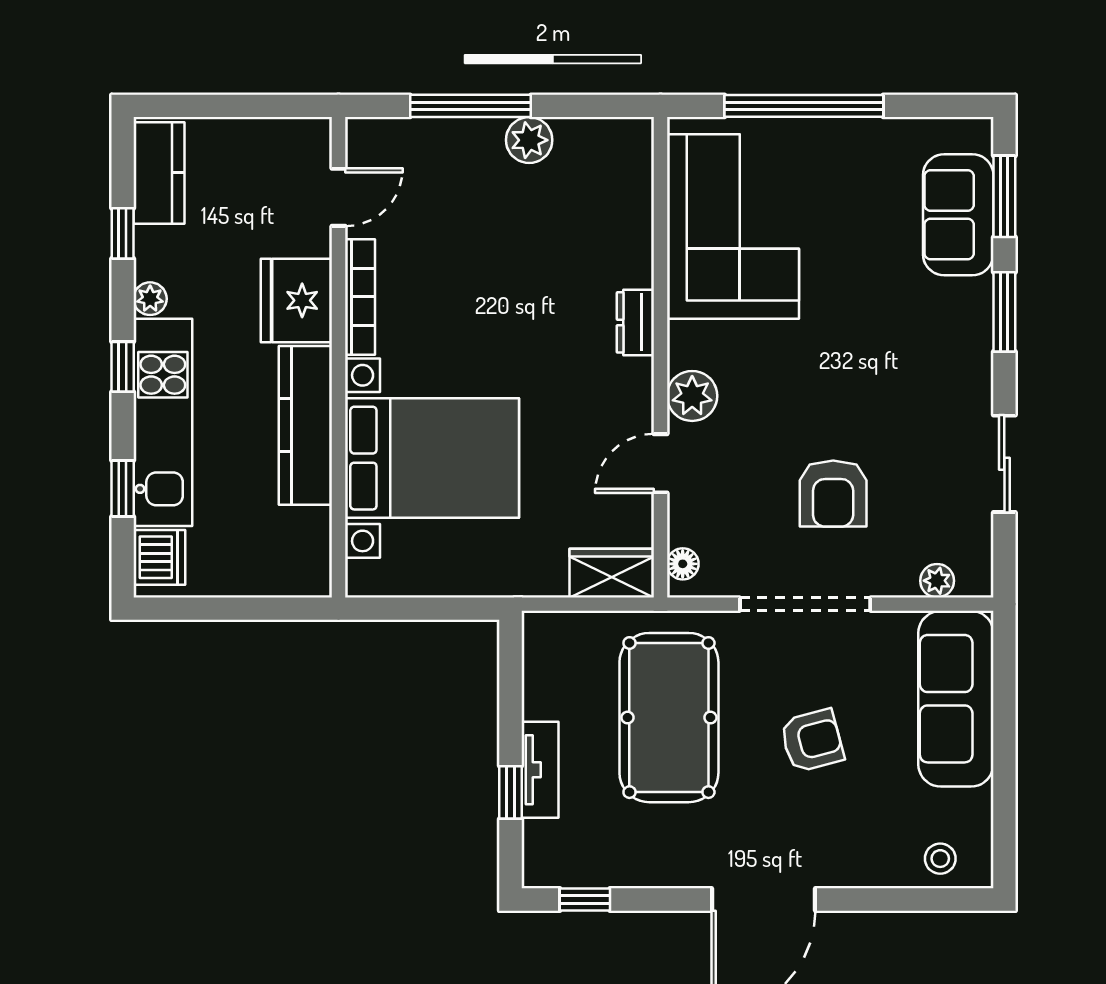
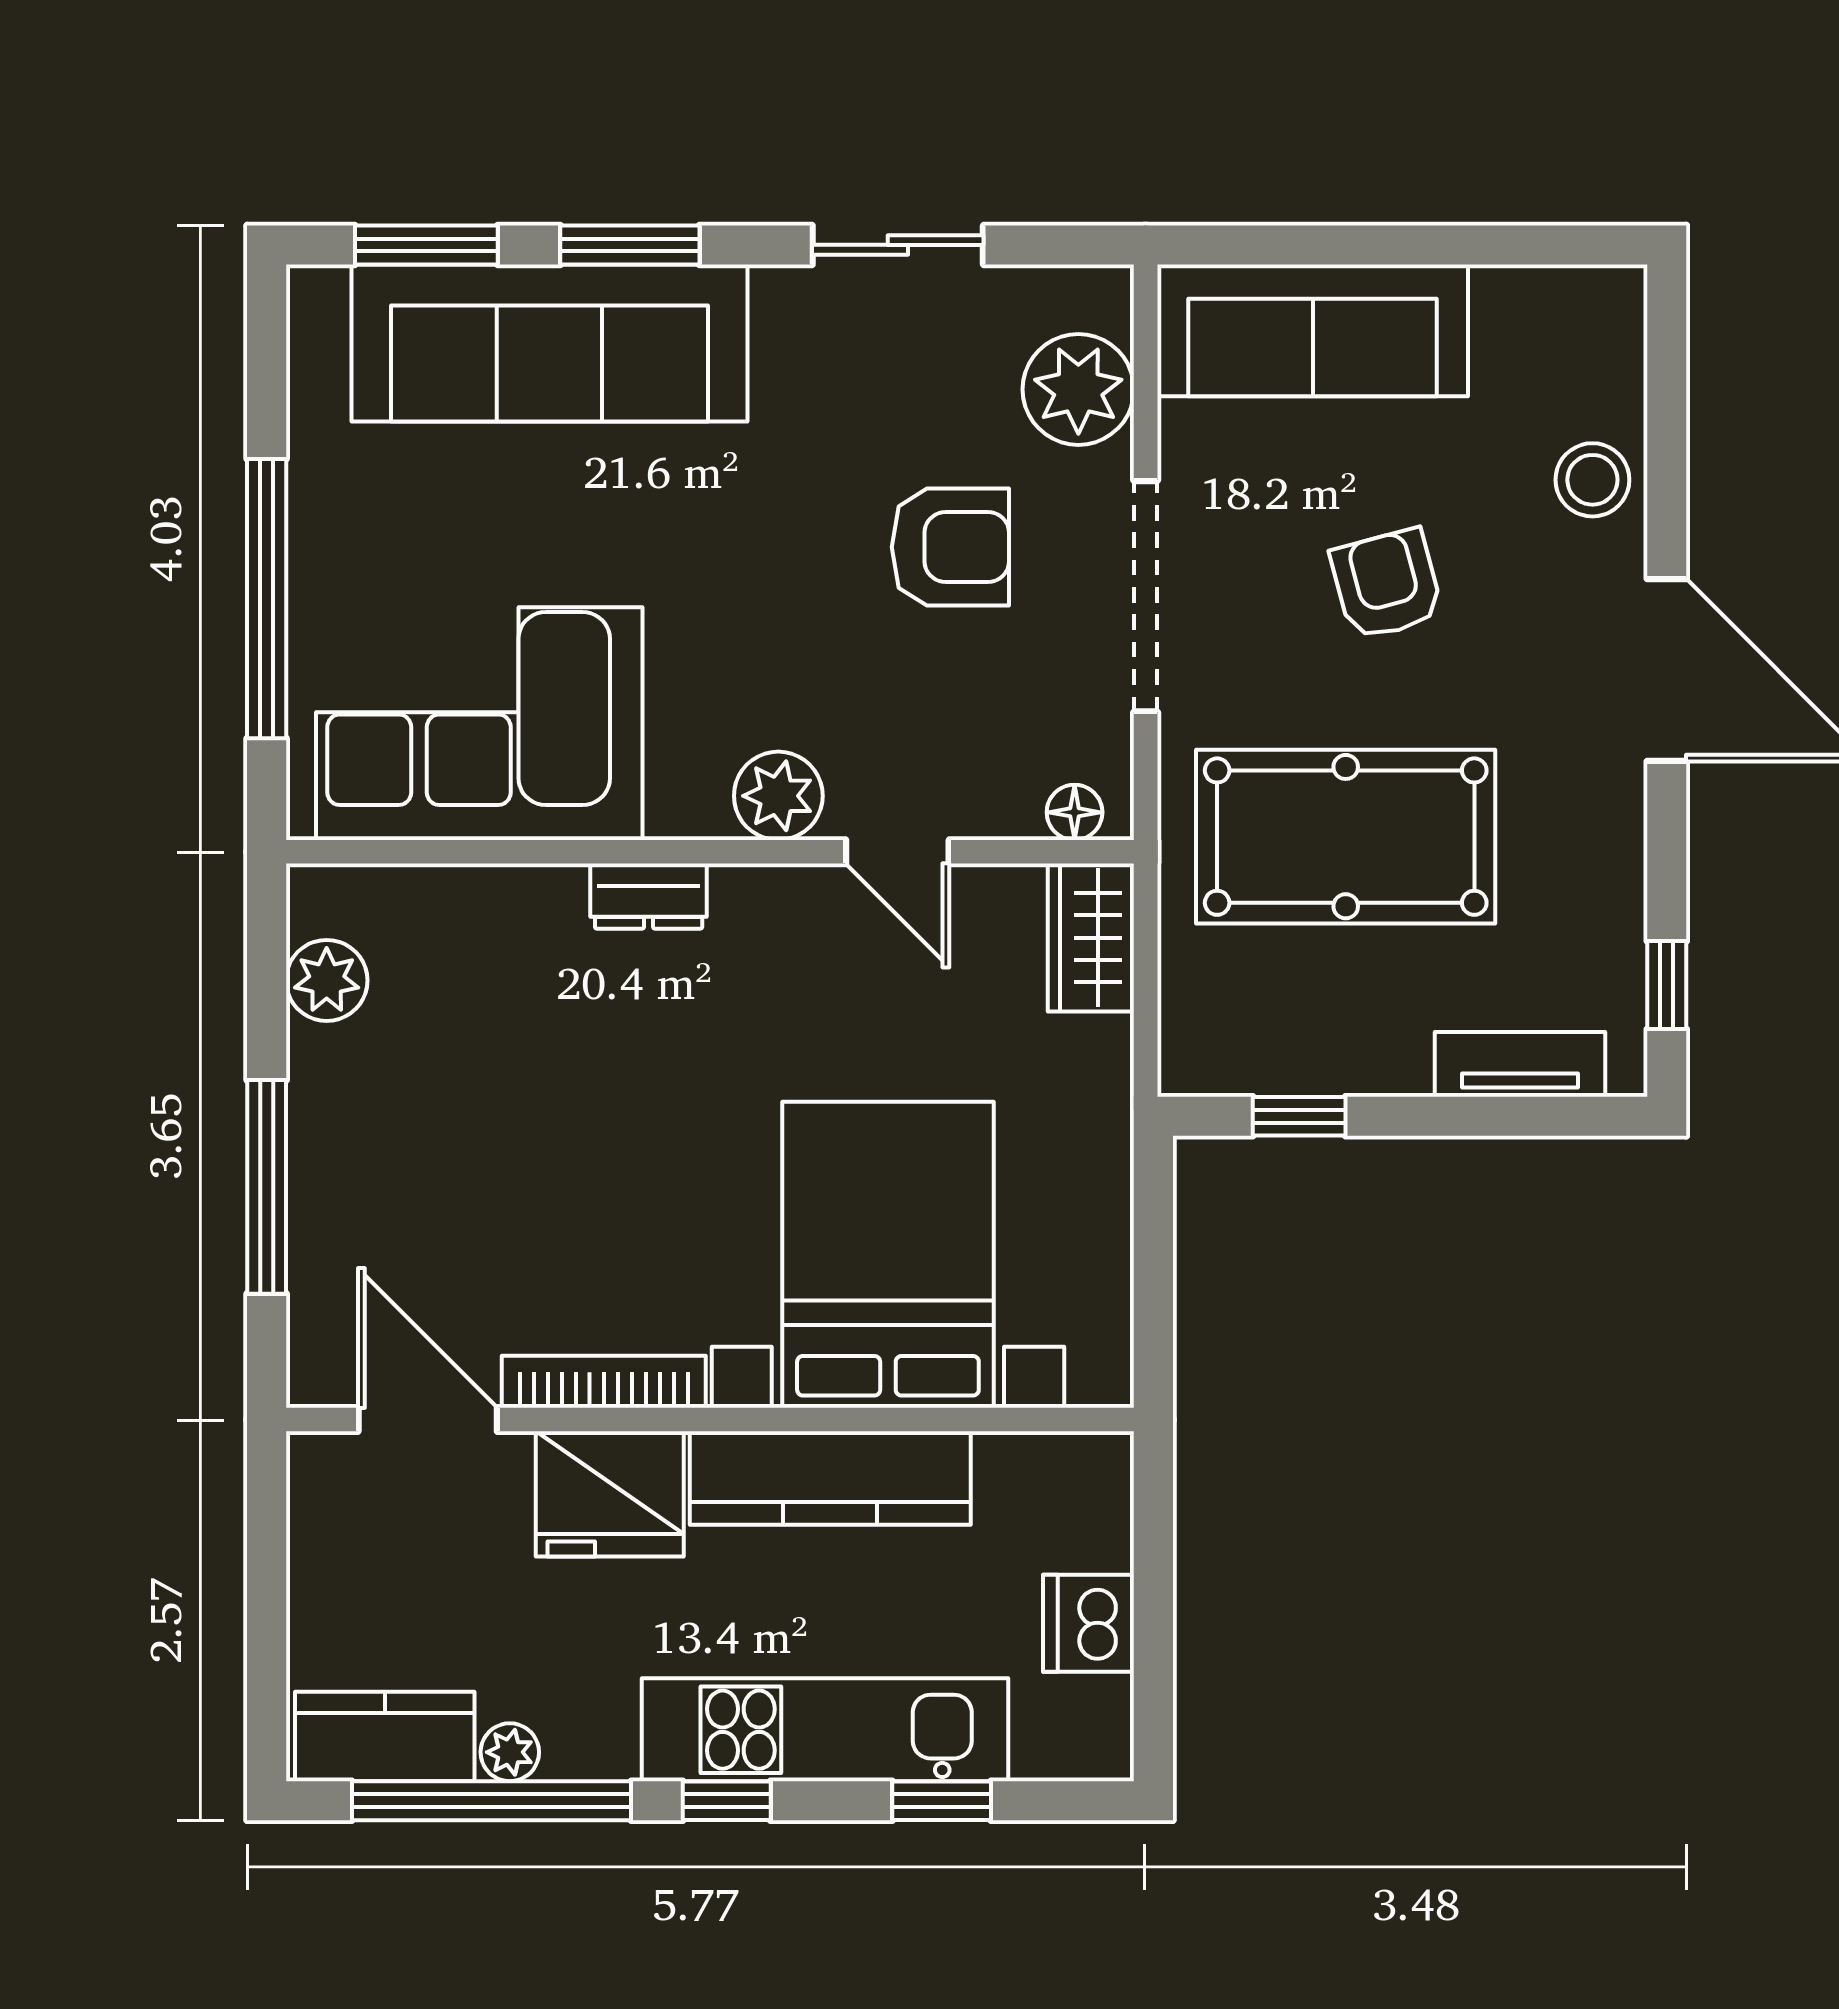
plant: (529, 140) -> (327, 980), moved
door: (339, 197) -> (428, 1420), width x1.38
sofa: (958, 215) -> (549, 343), width x1.85, depth x1.27
window: (123, 233) -> (492, 1801), width x3.17
plant: (150, 299) -> (510, 1752), moved
dishwasher: (159, 557) -> (1088, 1623), moved, turned -90
plant: (937, 581) -> (1078, 389), width x1.87, depth x1.87
tv unit: (540, 770) -> (1520, 1064), moved
window: (511, 792) -> (1299, 1116), moved
stool: (940, 859) -> (1592, 480), moved, width x1.37, depth x1.37

